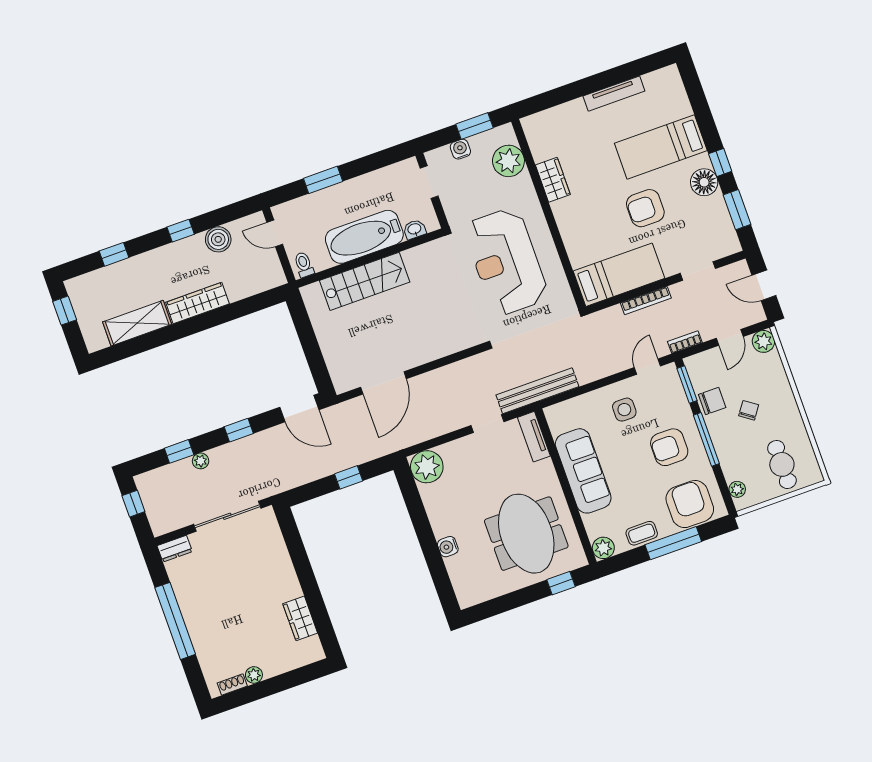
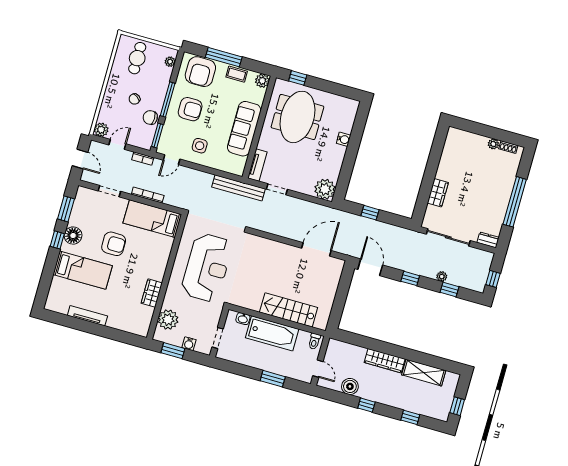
wardrobe: (300, 618) -> (438, 193), moved

